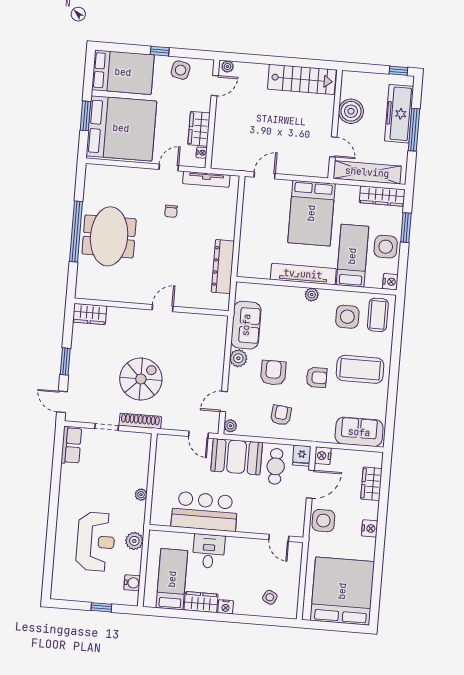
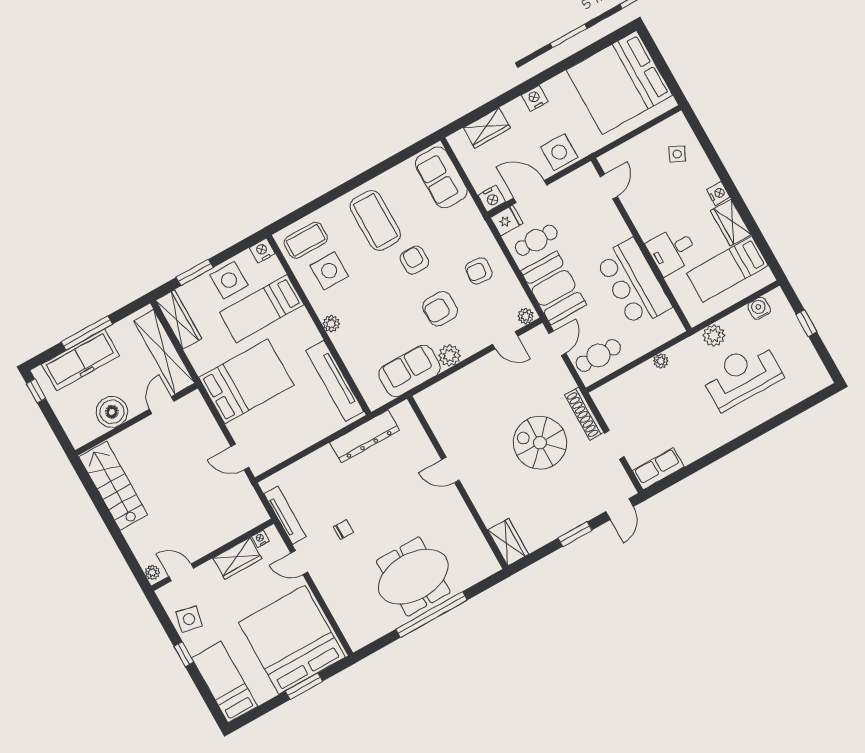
bed: (123, 72) -> (224, 682), width x0.67
tv unit: (303, 274) -> (335, 381), moved
cafe table: (172, 456) -> (598, 355), added

